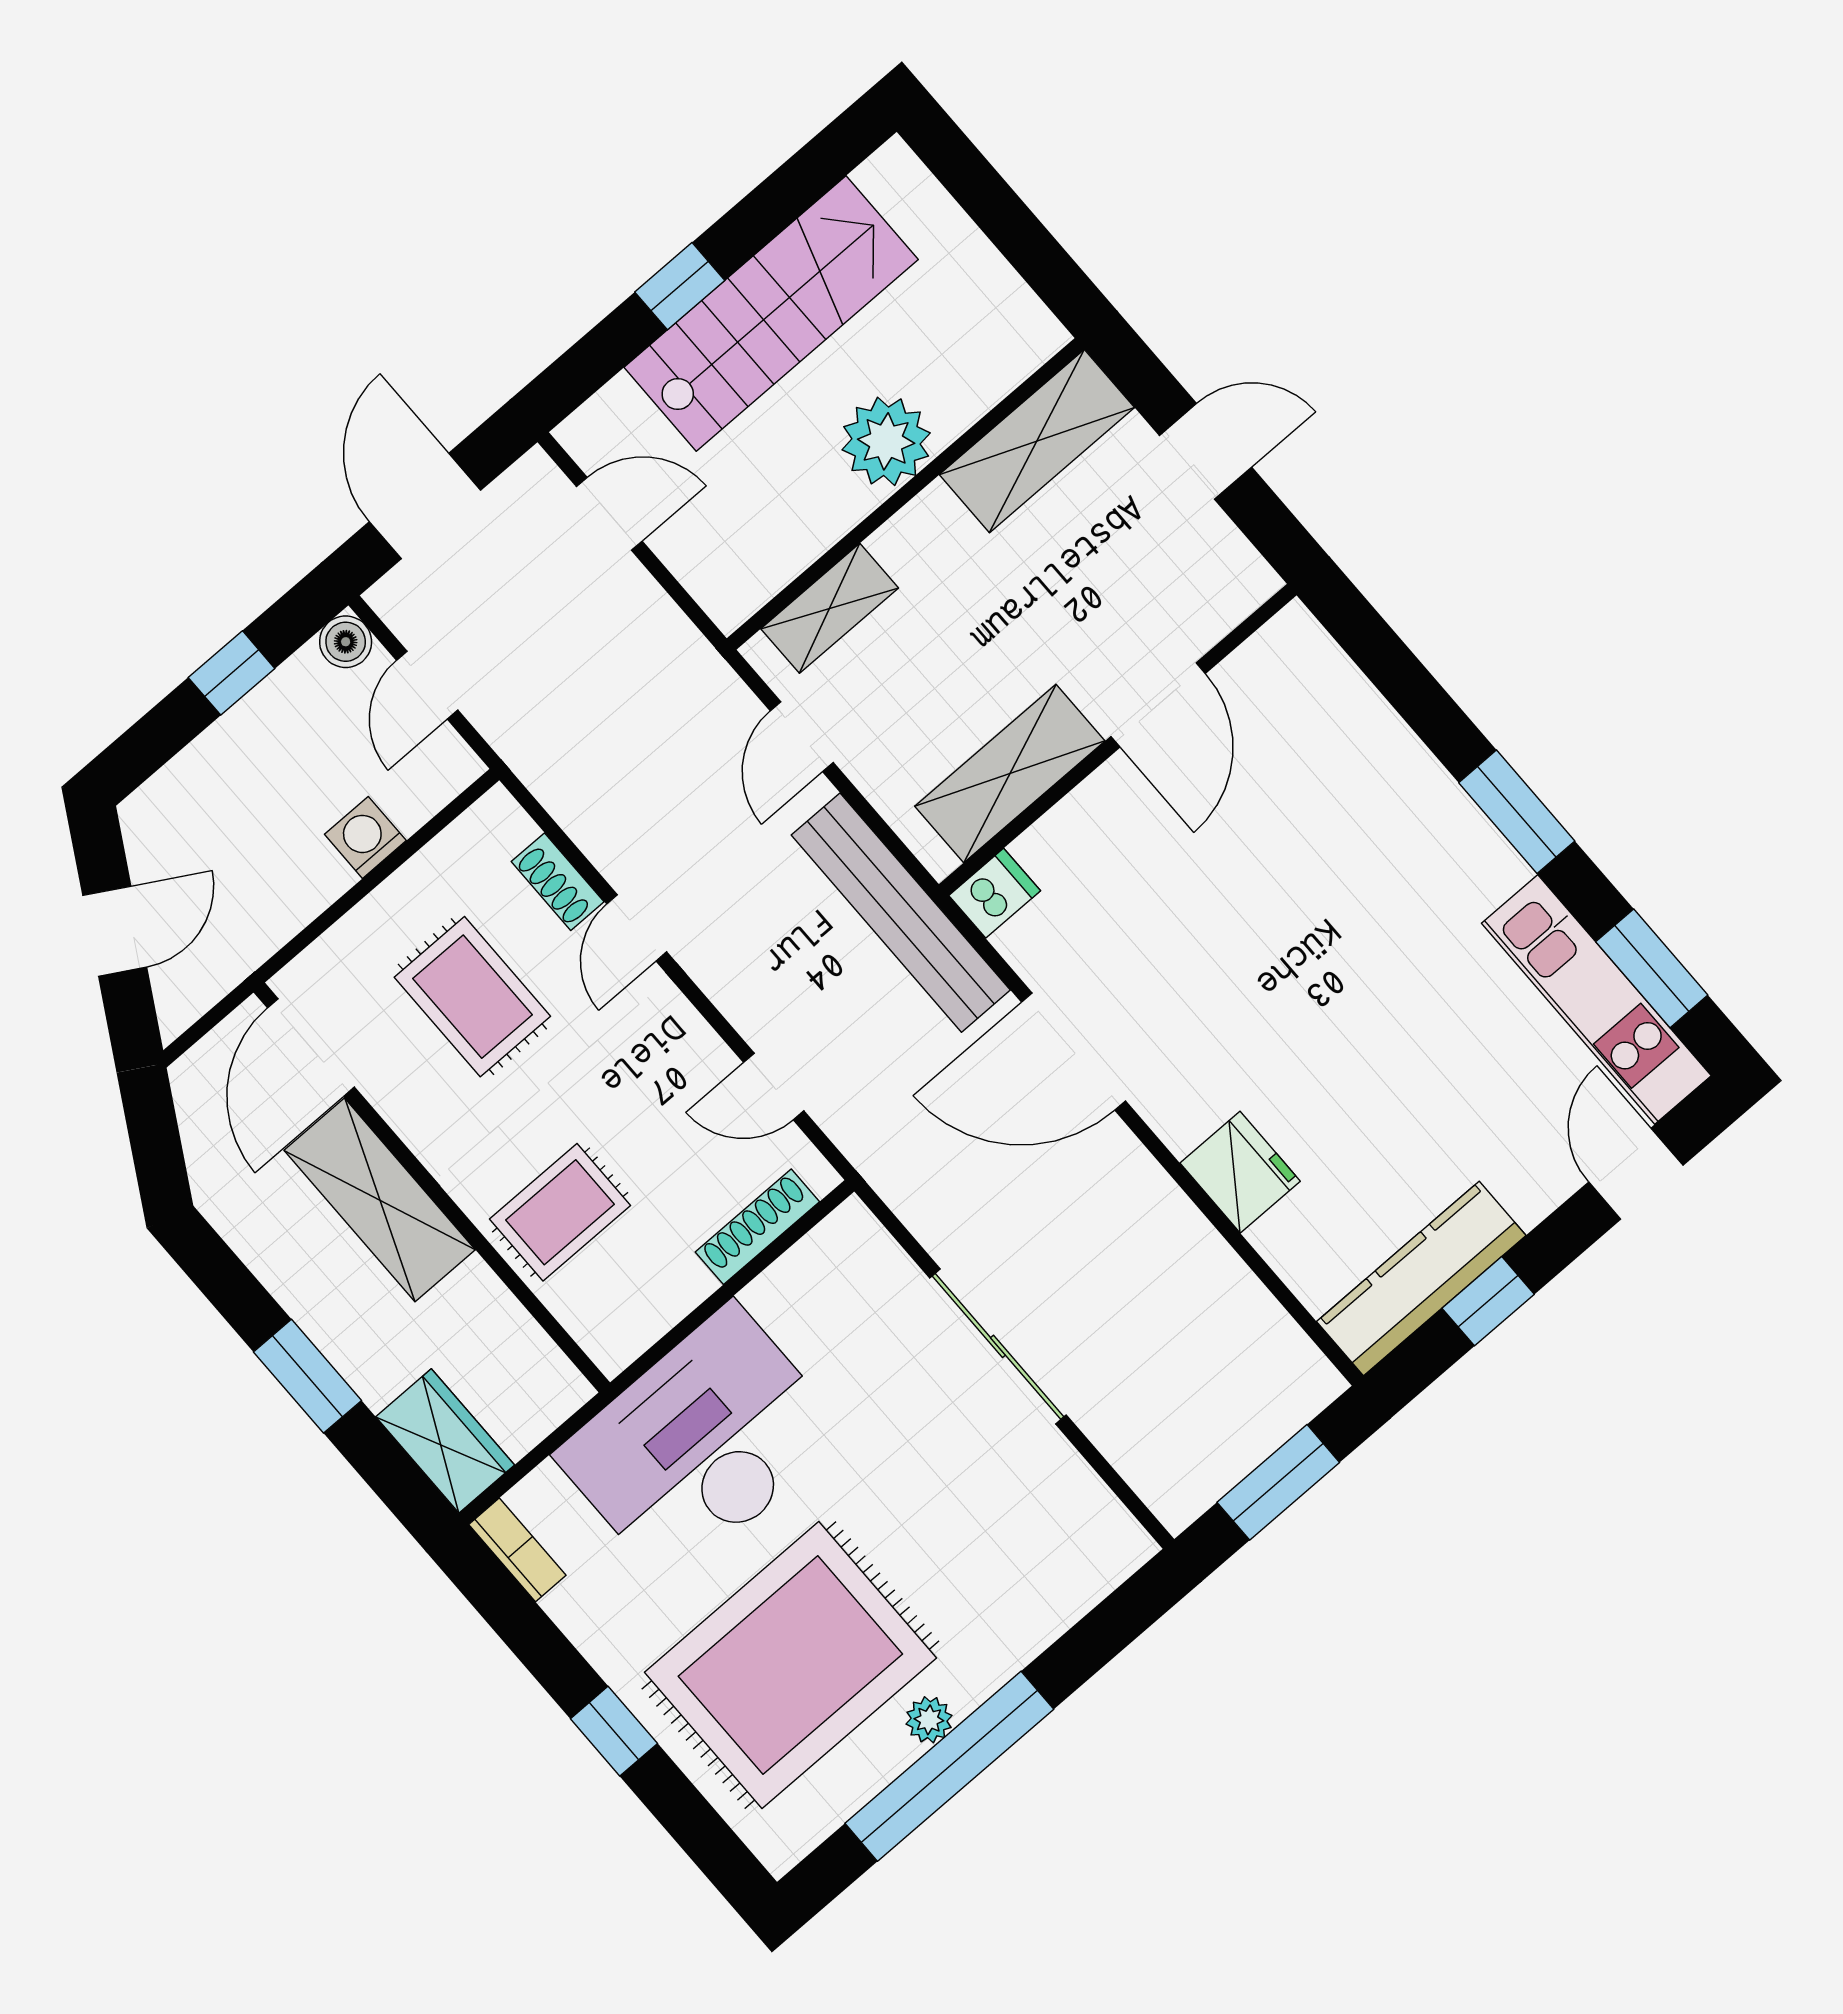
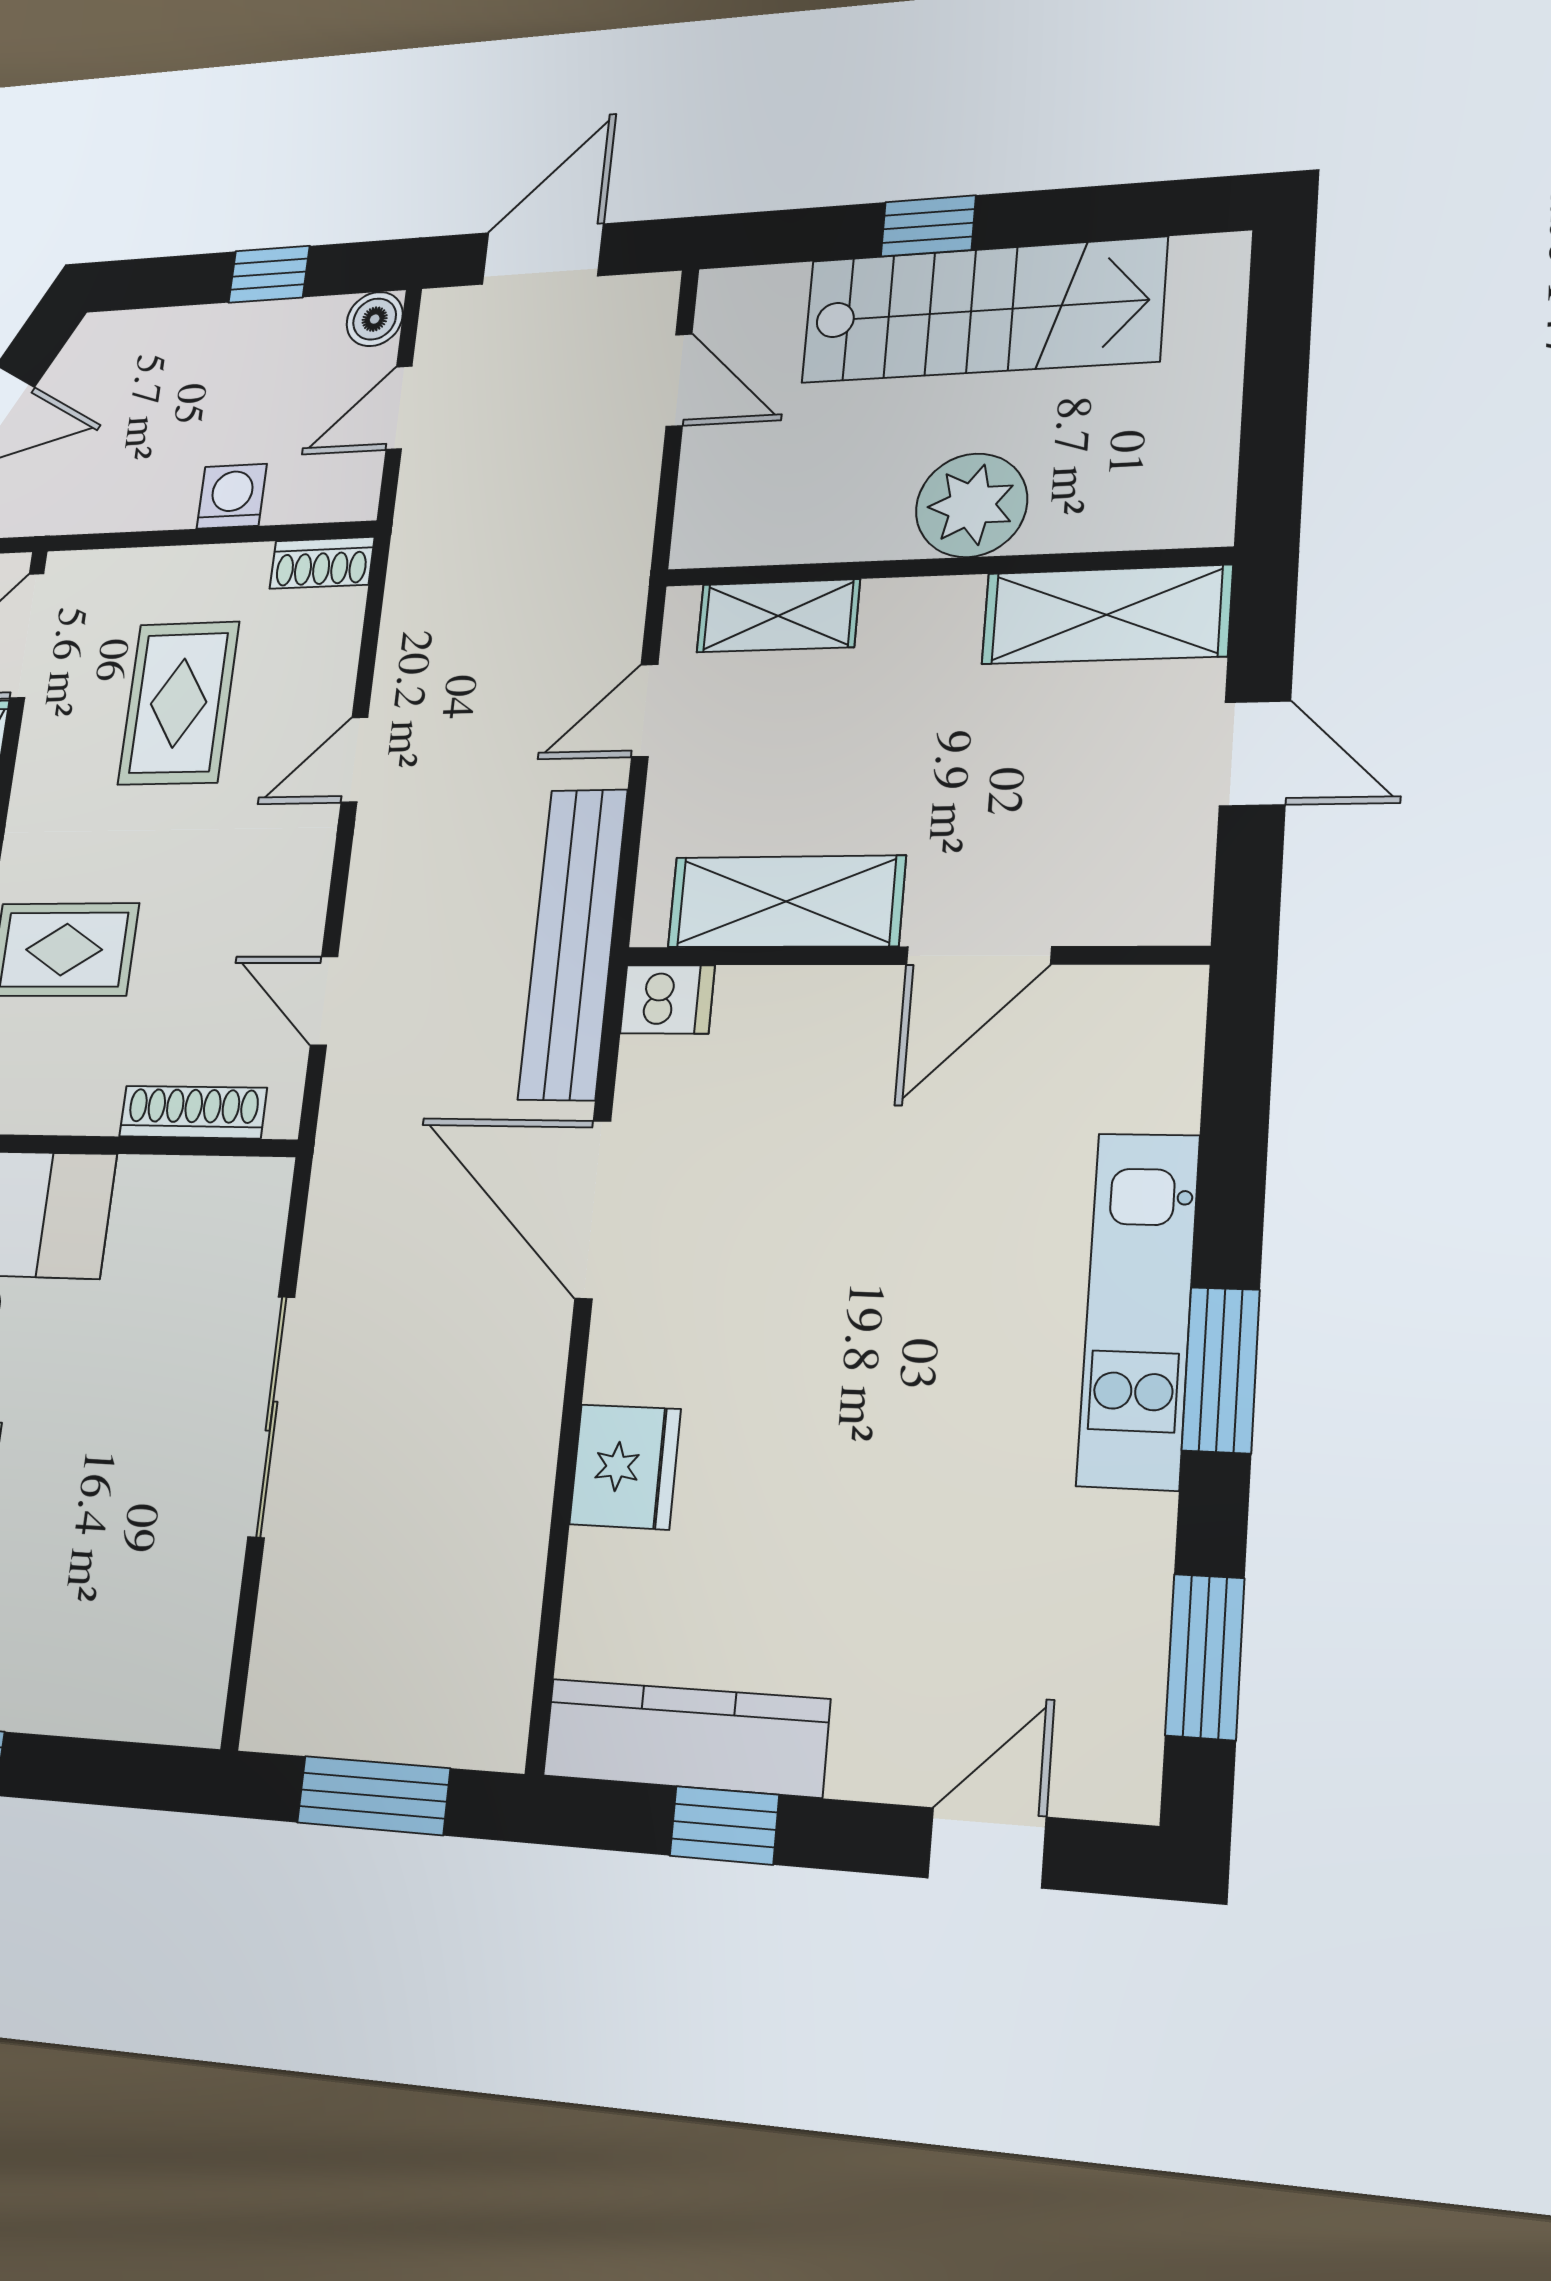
shoe rack: (558, 882) -> (322, 563), moved, turned -90
kitchen unit: (1596, 1000) -> (1138, 1309), moved

